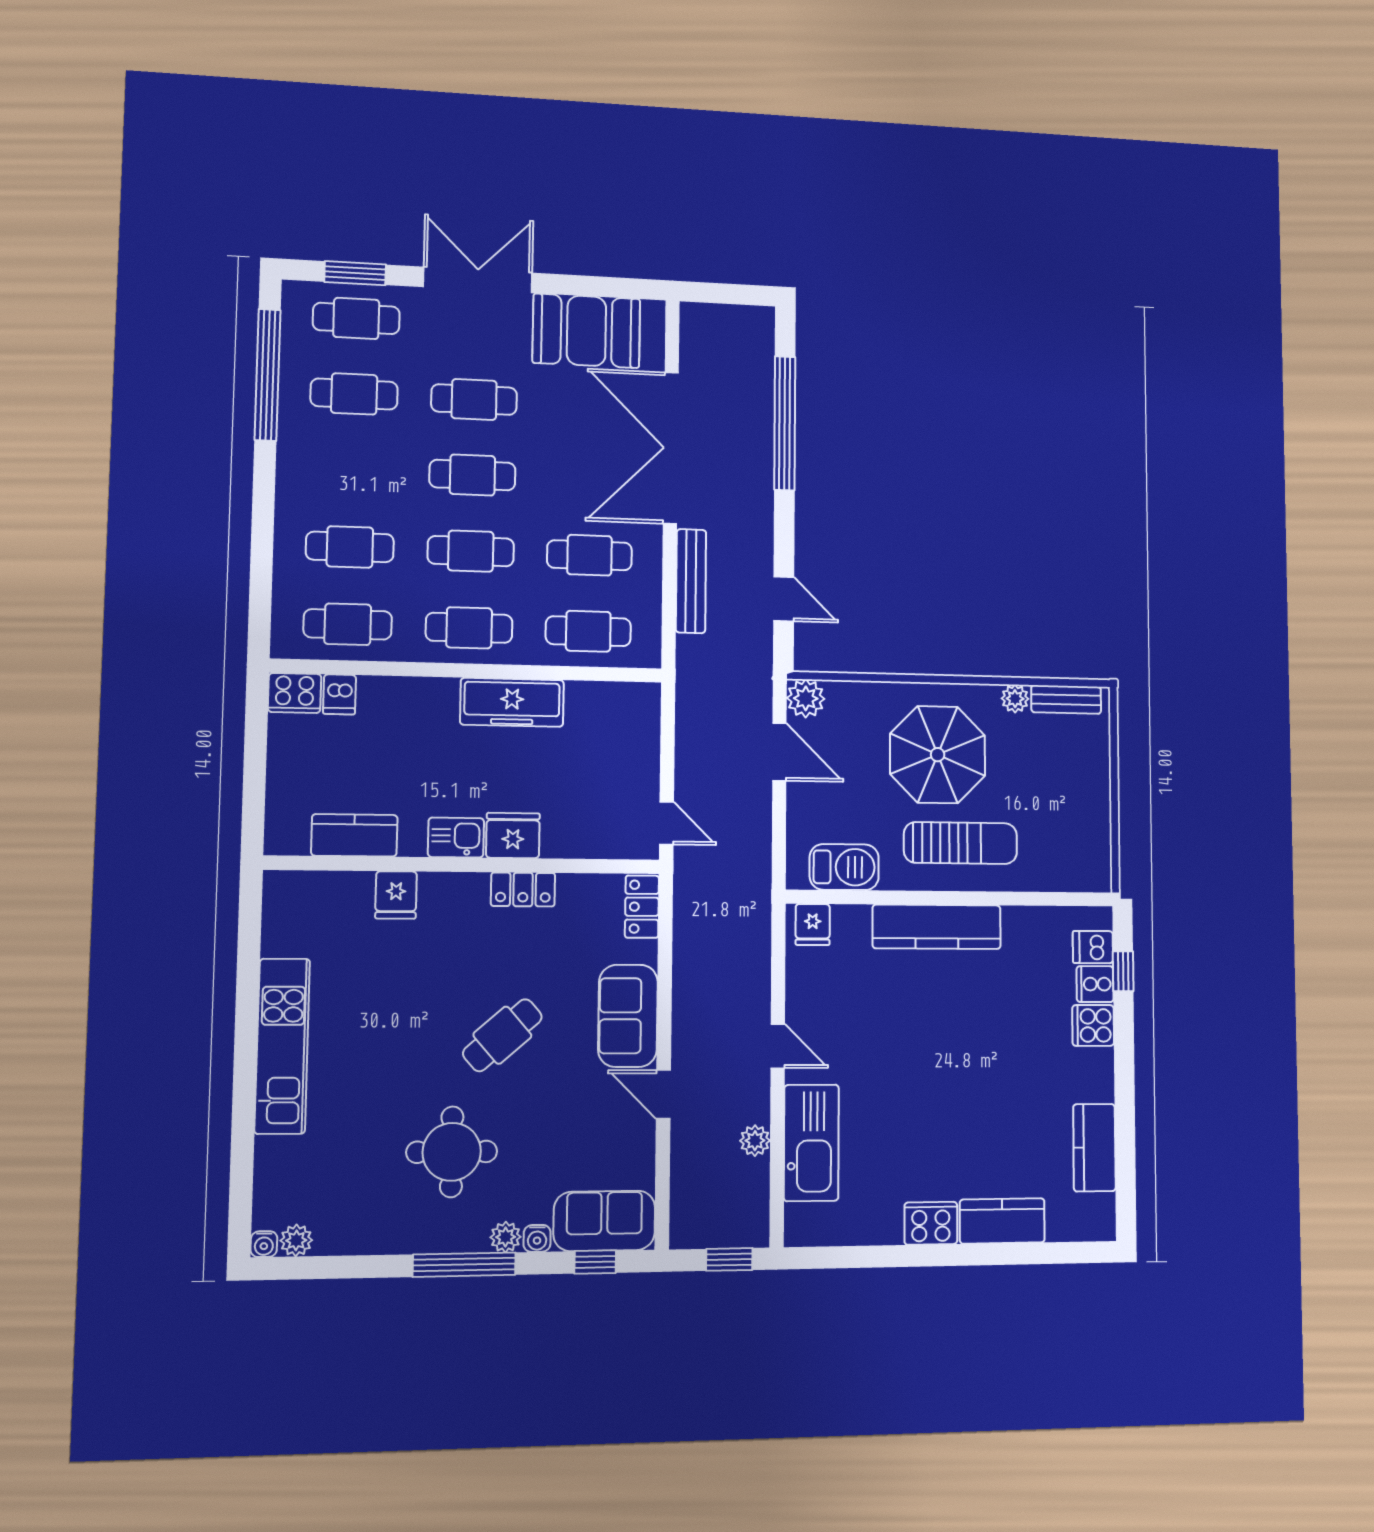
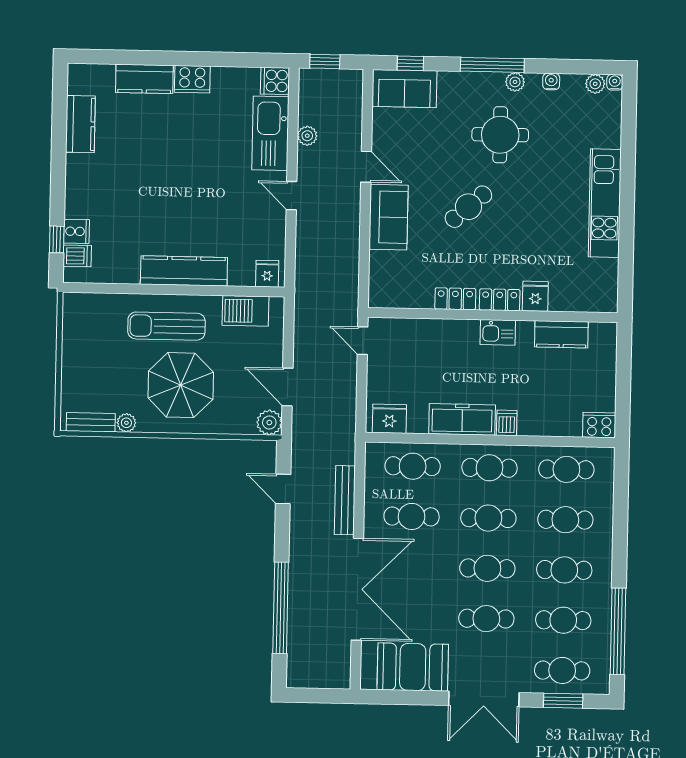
cafe table: (352, 470) -> (564, 570), added
dishwasher: (340, 694) -> (507, 423), moved
fridge: (513, 835) -> (389, 419), moved, turned 180
locker: (642, 907) -> (500, 300), moved, turned -90
cooker: (1093, 1025) -> (275, 81), moved, turned 180
plant: (506, 1237) -> (515, 82), moved
water cooler: (537, 1238) -> (551, 81), moved

